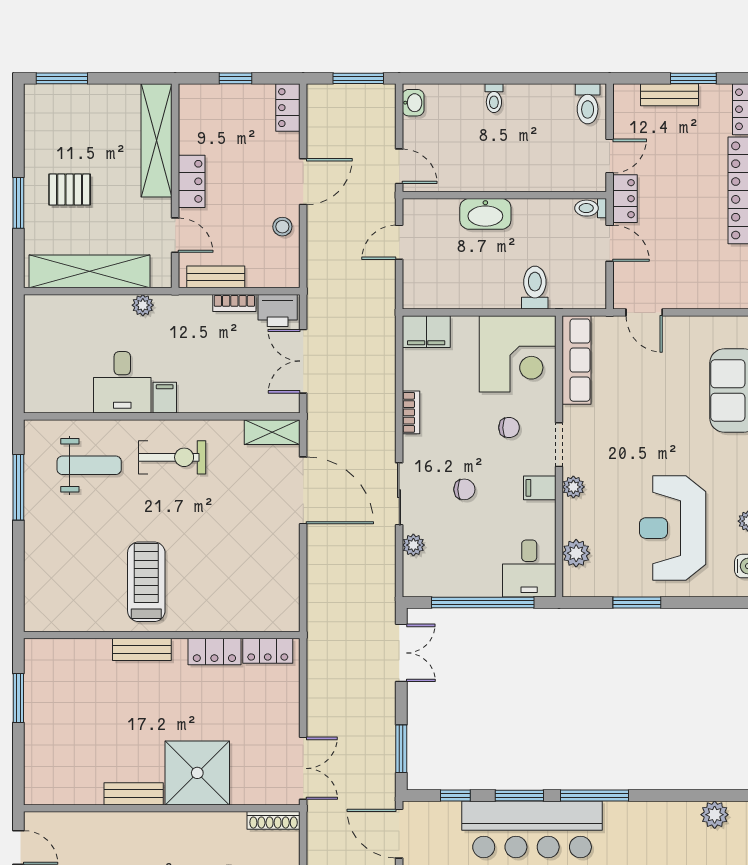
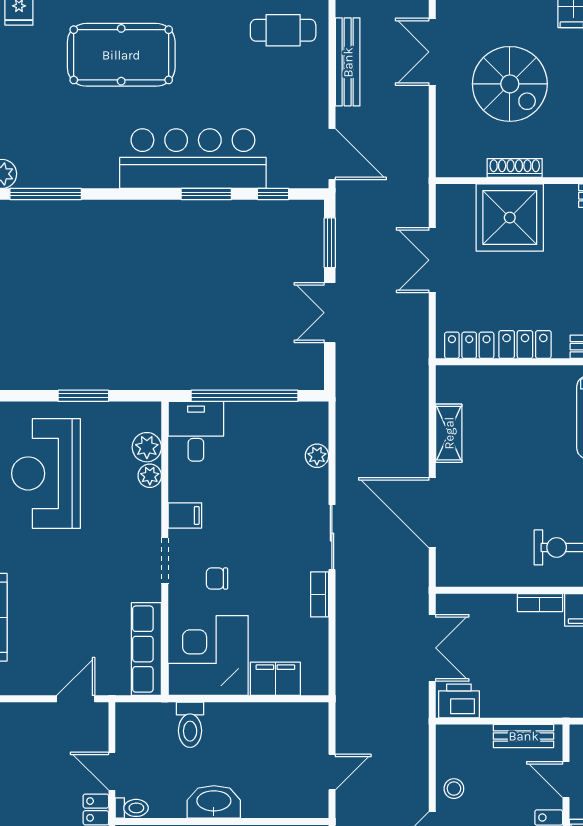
washbasin: (485, 214) -> (214, 802), moved
bookcase: (234, 303) -> (540, 603), moved, turned 180
door: (644, 312) -> (76, 699), hinge flipped
filing cabinet: (426, 332) -> (275, 679), moved
shelving: (272, 432) -> (449, 433), moved, turned 90
plant: (573, 487) -> (150, 476), moved
chair: (464, 489) -> (264, 514), removed
sliding door: (399, 494) -> (332, 537), moved
reception desk: (673, 528) -> (46, 473), turned 180
double door: (401, 653) -> (330, 313), moved
double door: (303, 768) -> (432, 260), moved
shower: (197, 773) -> (510, 218), moved
window: (594, 795) -> (46, 194), moved
shoe rack: (274, 820) -> (515, 168), moved

